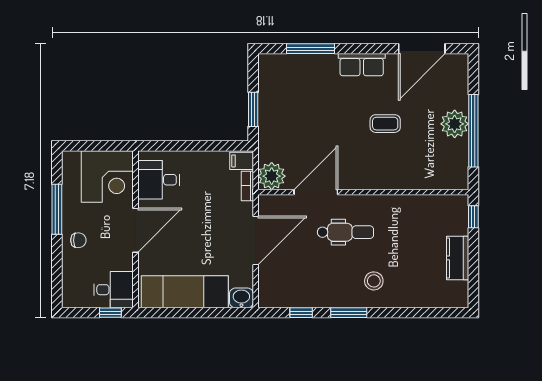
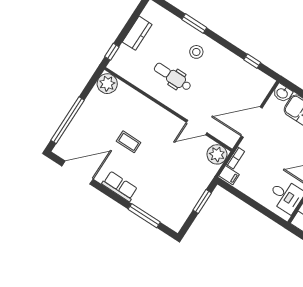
plant: (455, 124) -> (107, 84), moved
window: (473, 131) -> (68, 120), moved
door: (316, 192) -> (197, 128), width x0.73
dental chair: (345, 232) -> (173, 77), moved
window: (349, 313) -> (194, 24), moved

